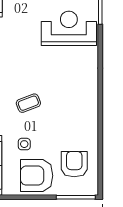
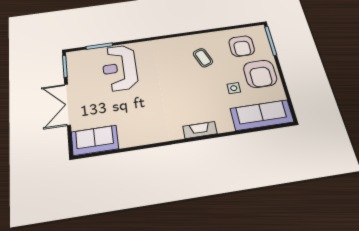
coffee table: (28, 103) -> (203, 58), moved
armchair: (74, 164) -> (242, 46), turned -90

